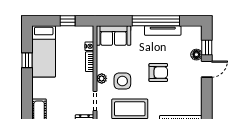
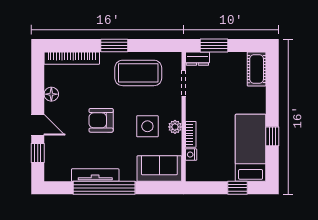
window: (68, 21) -> (238, 188), moved
floor lamp: (196, 55) -> (51, 94), moved
door: (207, 69) -> (38, 125), swing flipped
plant: (102, 78) -> (175, 127), moved
side table: (122, 81) -> (147, 126), moved

